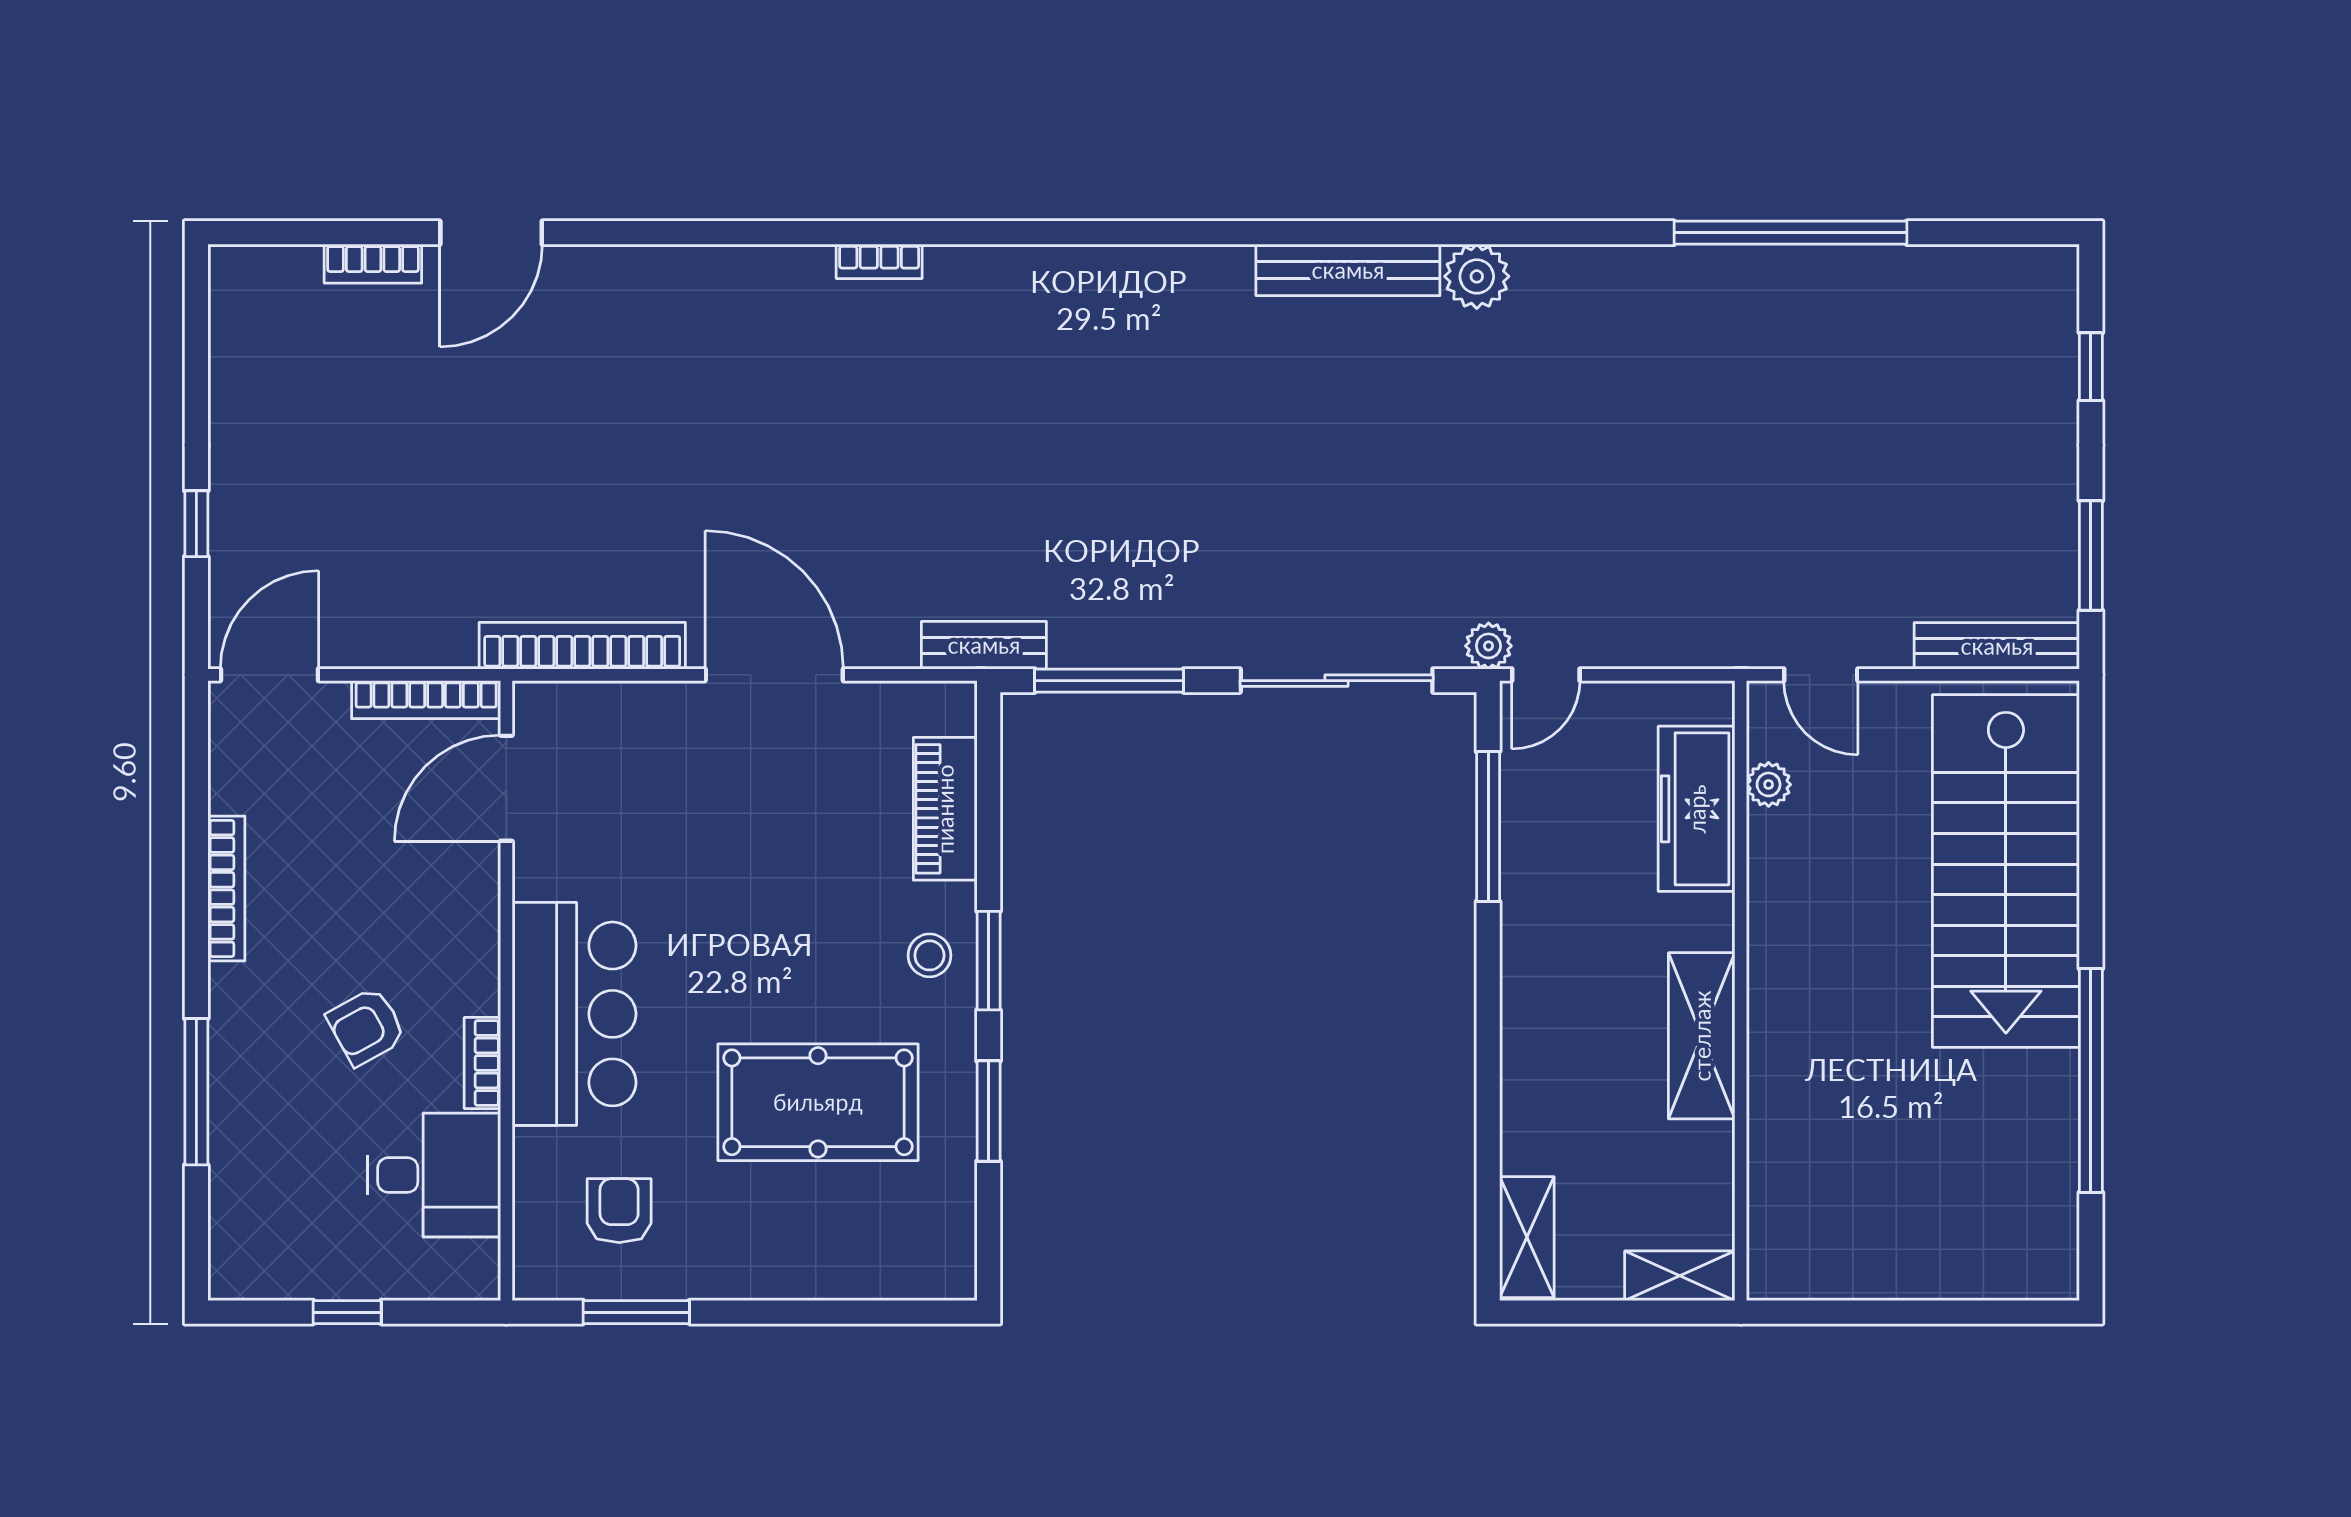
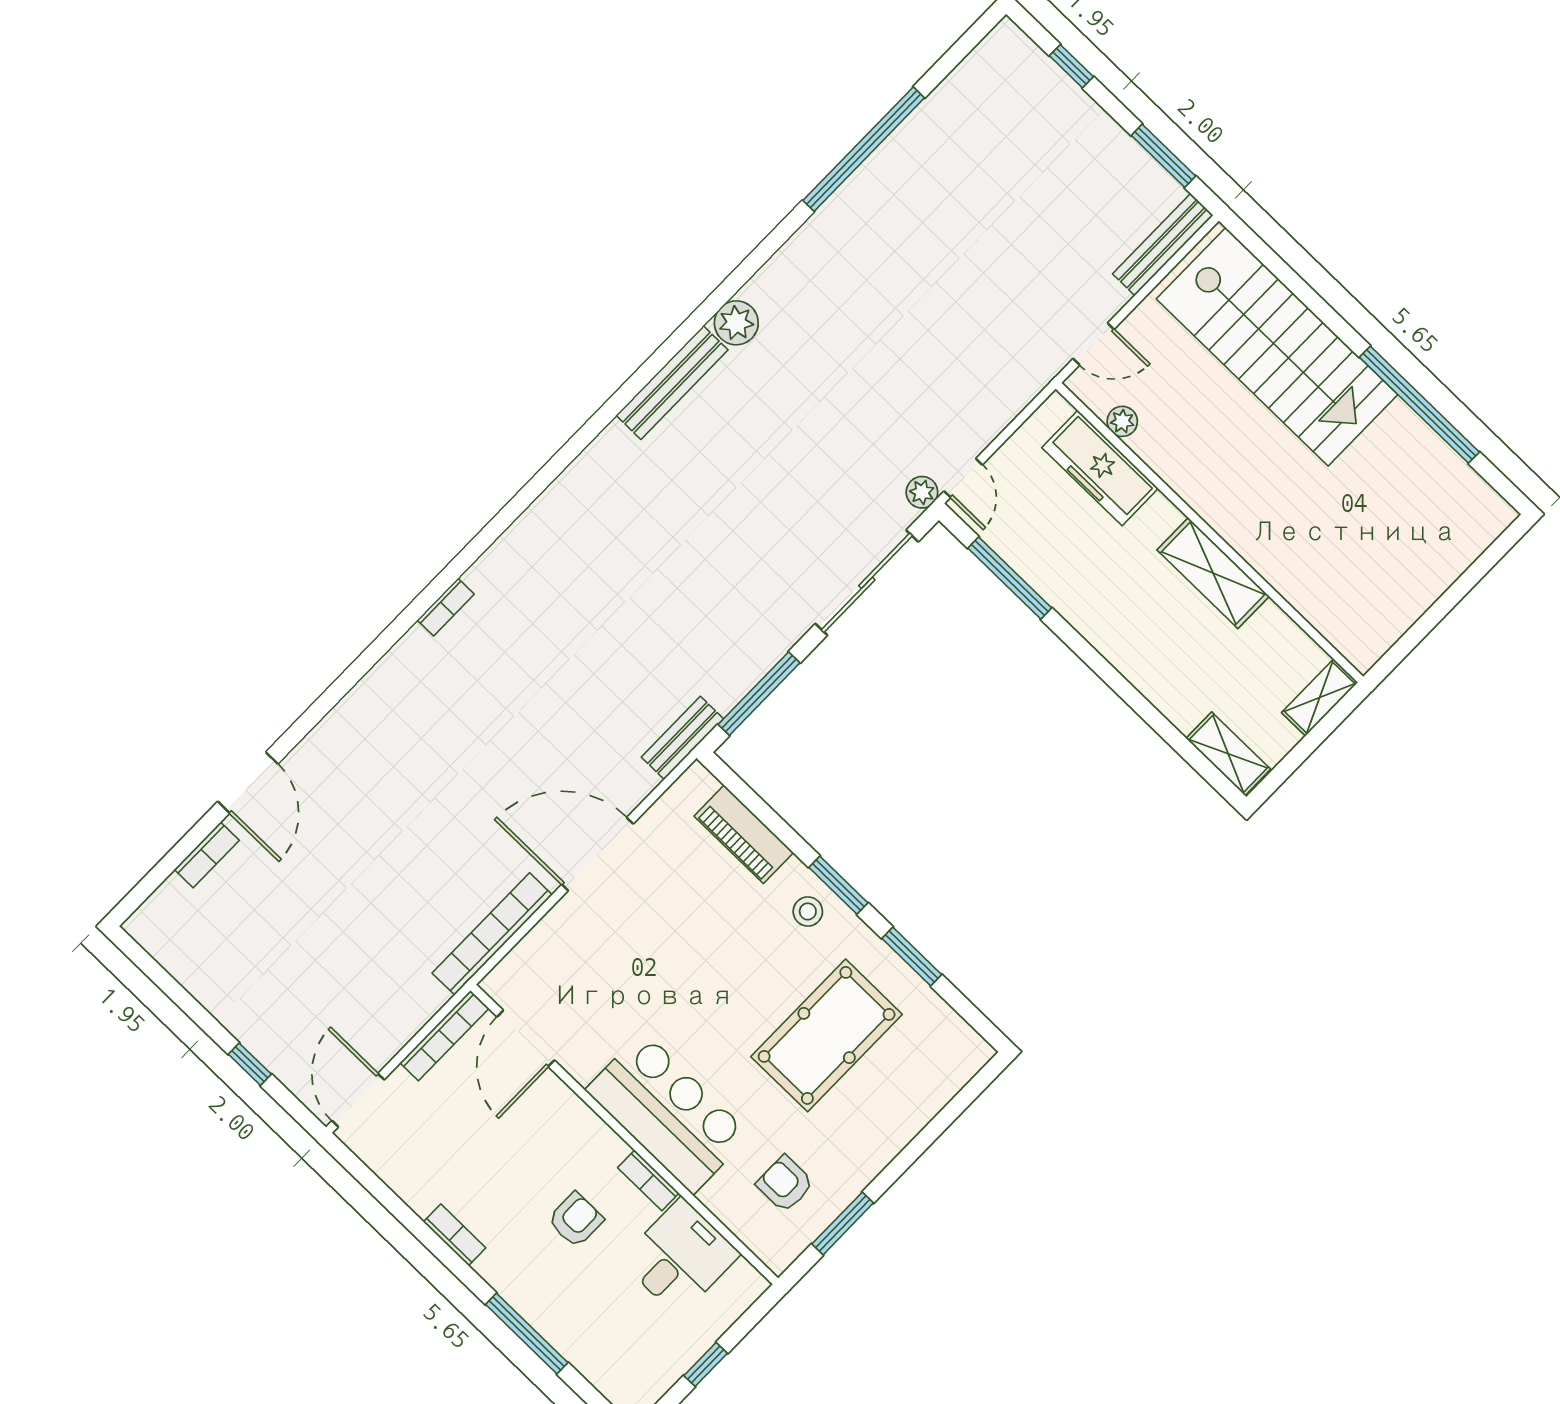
bookcase: (226, 888) -> (455, 1235), width x0.64
armchair: (366, 1027) -> (576, 1220), turned -151

